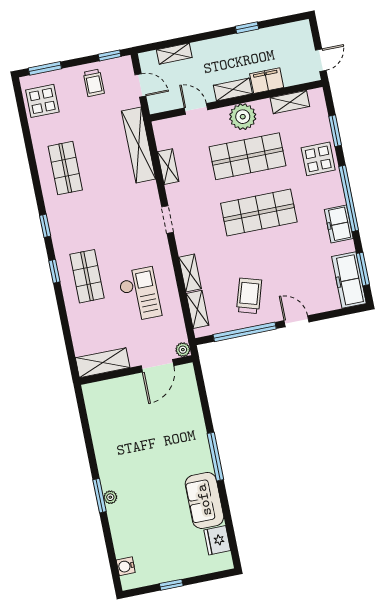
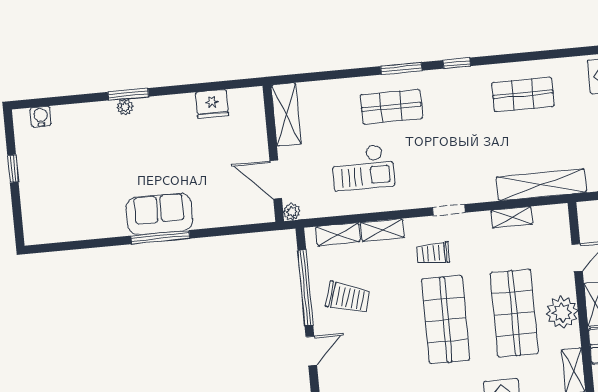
trolley: (205, 229) -> (433, 253), added
window: (54, 271) -> (401, 68), width x1.50
sofa: (204, 500) -> (159, 214), moved
fridge: (217, 540) -> (212, 104), moved, turned 180

